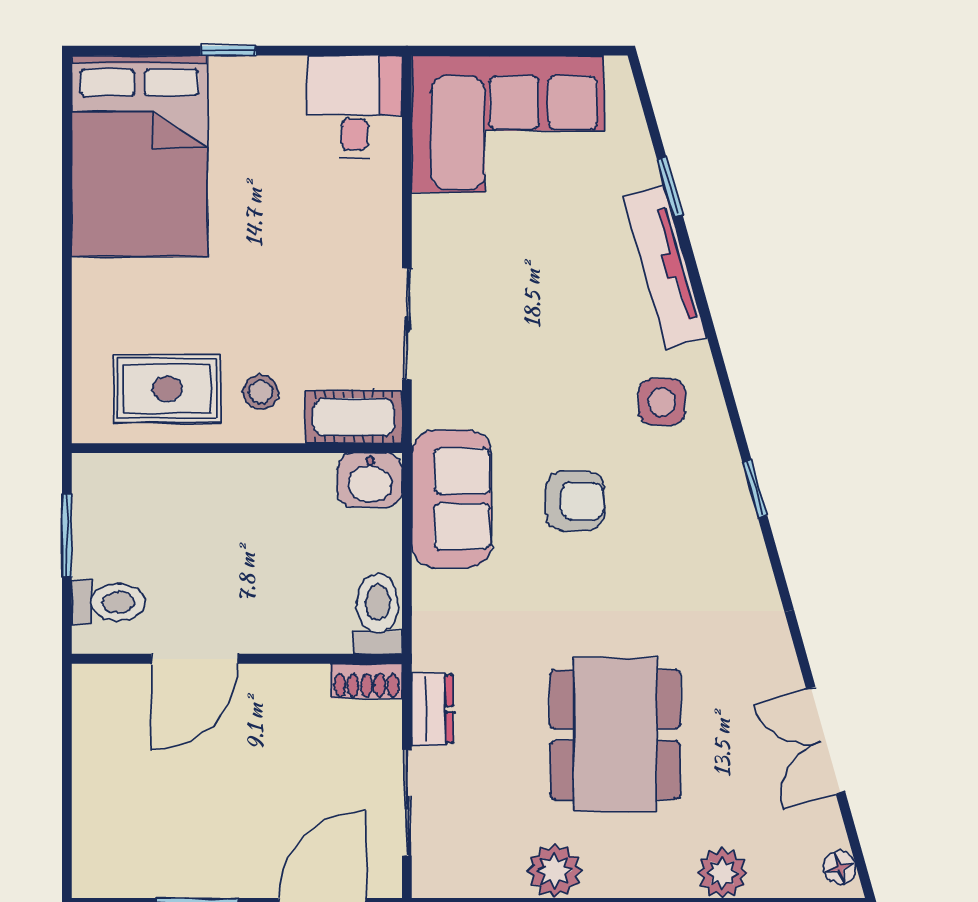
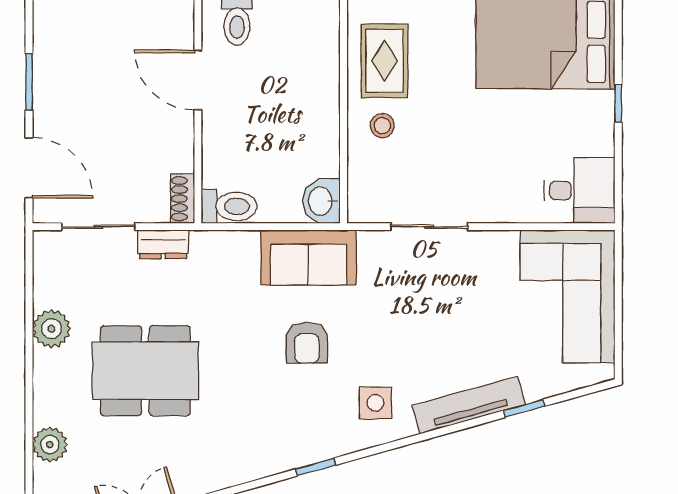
cot: (354, 417) -> (365, 190), removed

